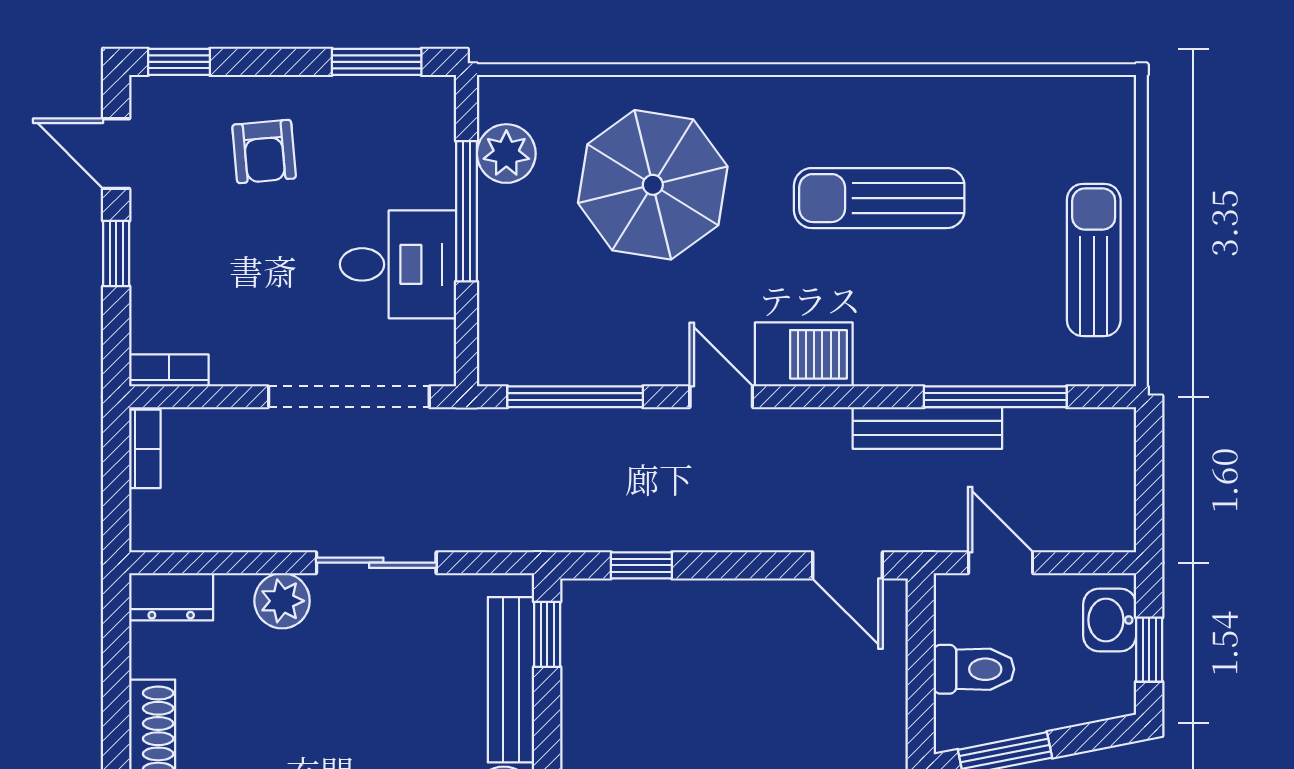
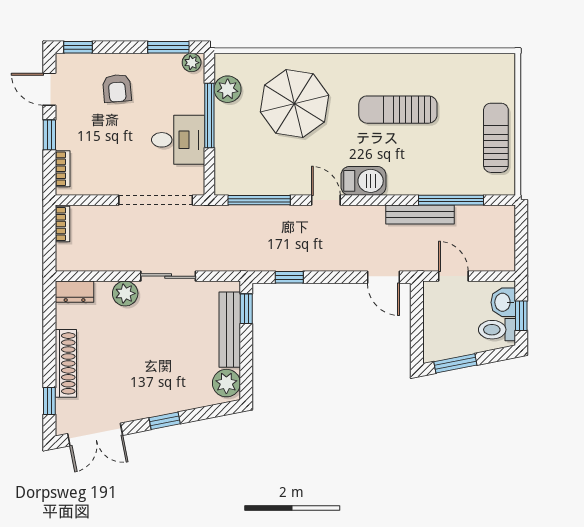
plant: (427, 95) -> (192, 63), added
bookcase: (169, 370) -> (63, 169), moved, turned 90
toilet: (974, 669) -> (497, 330), moved, turned 180

